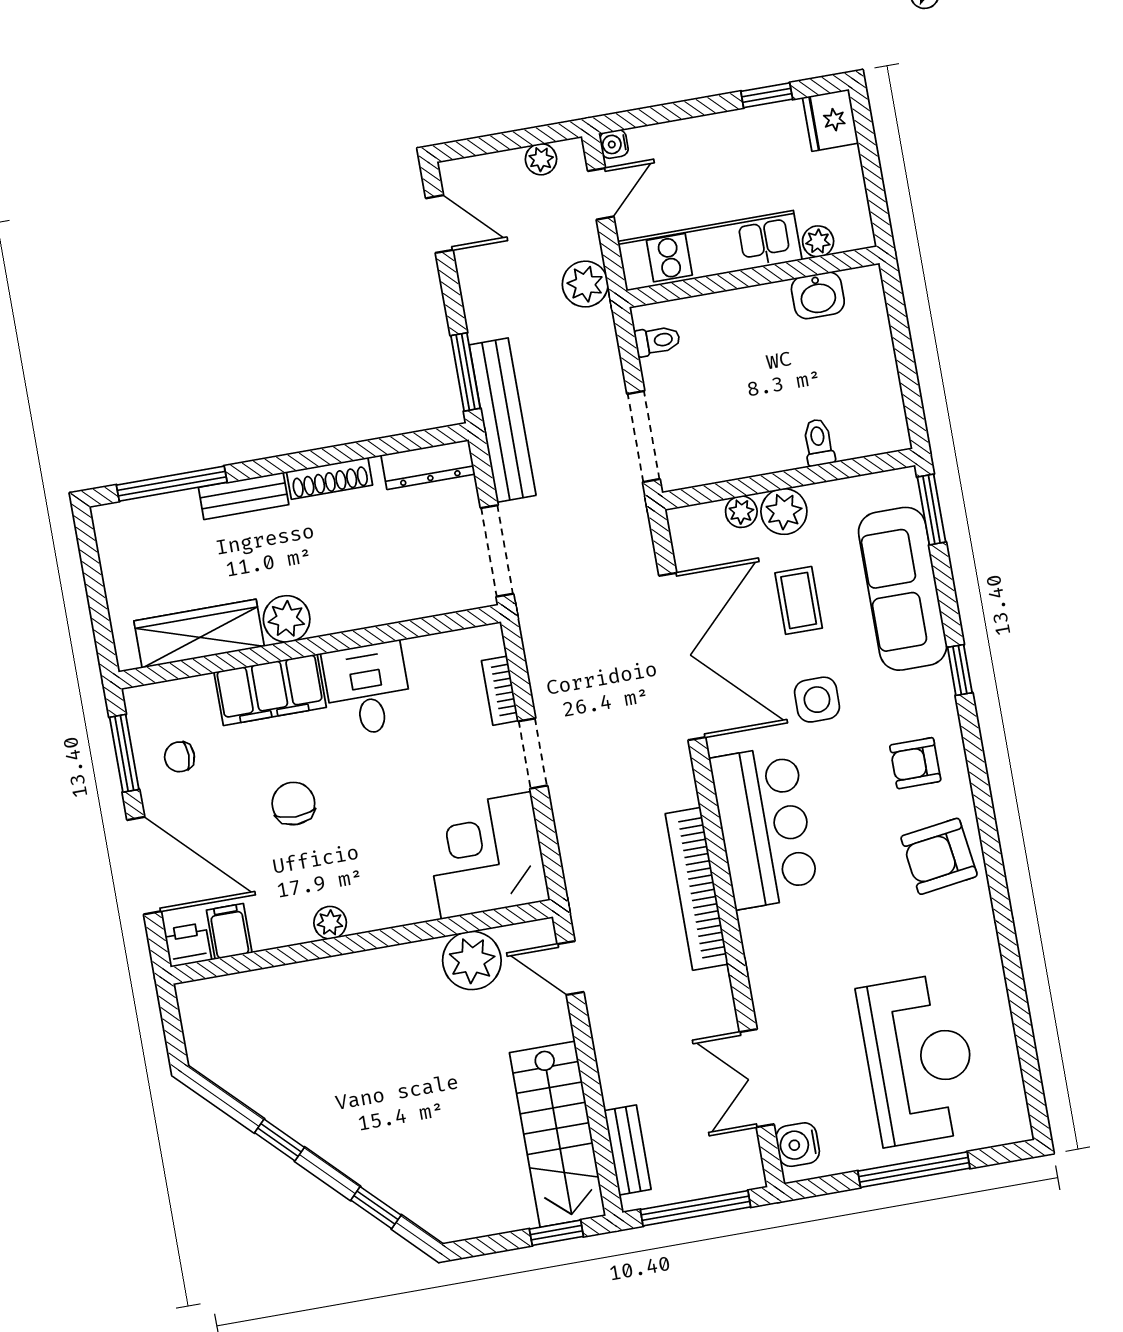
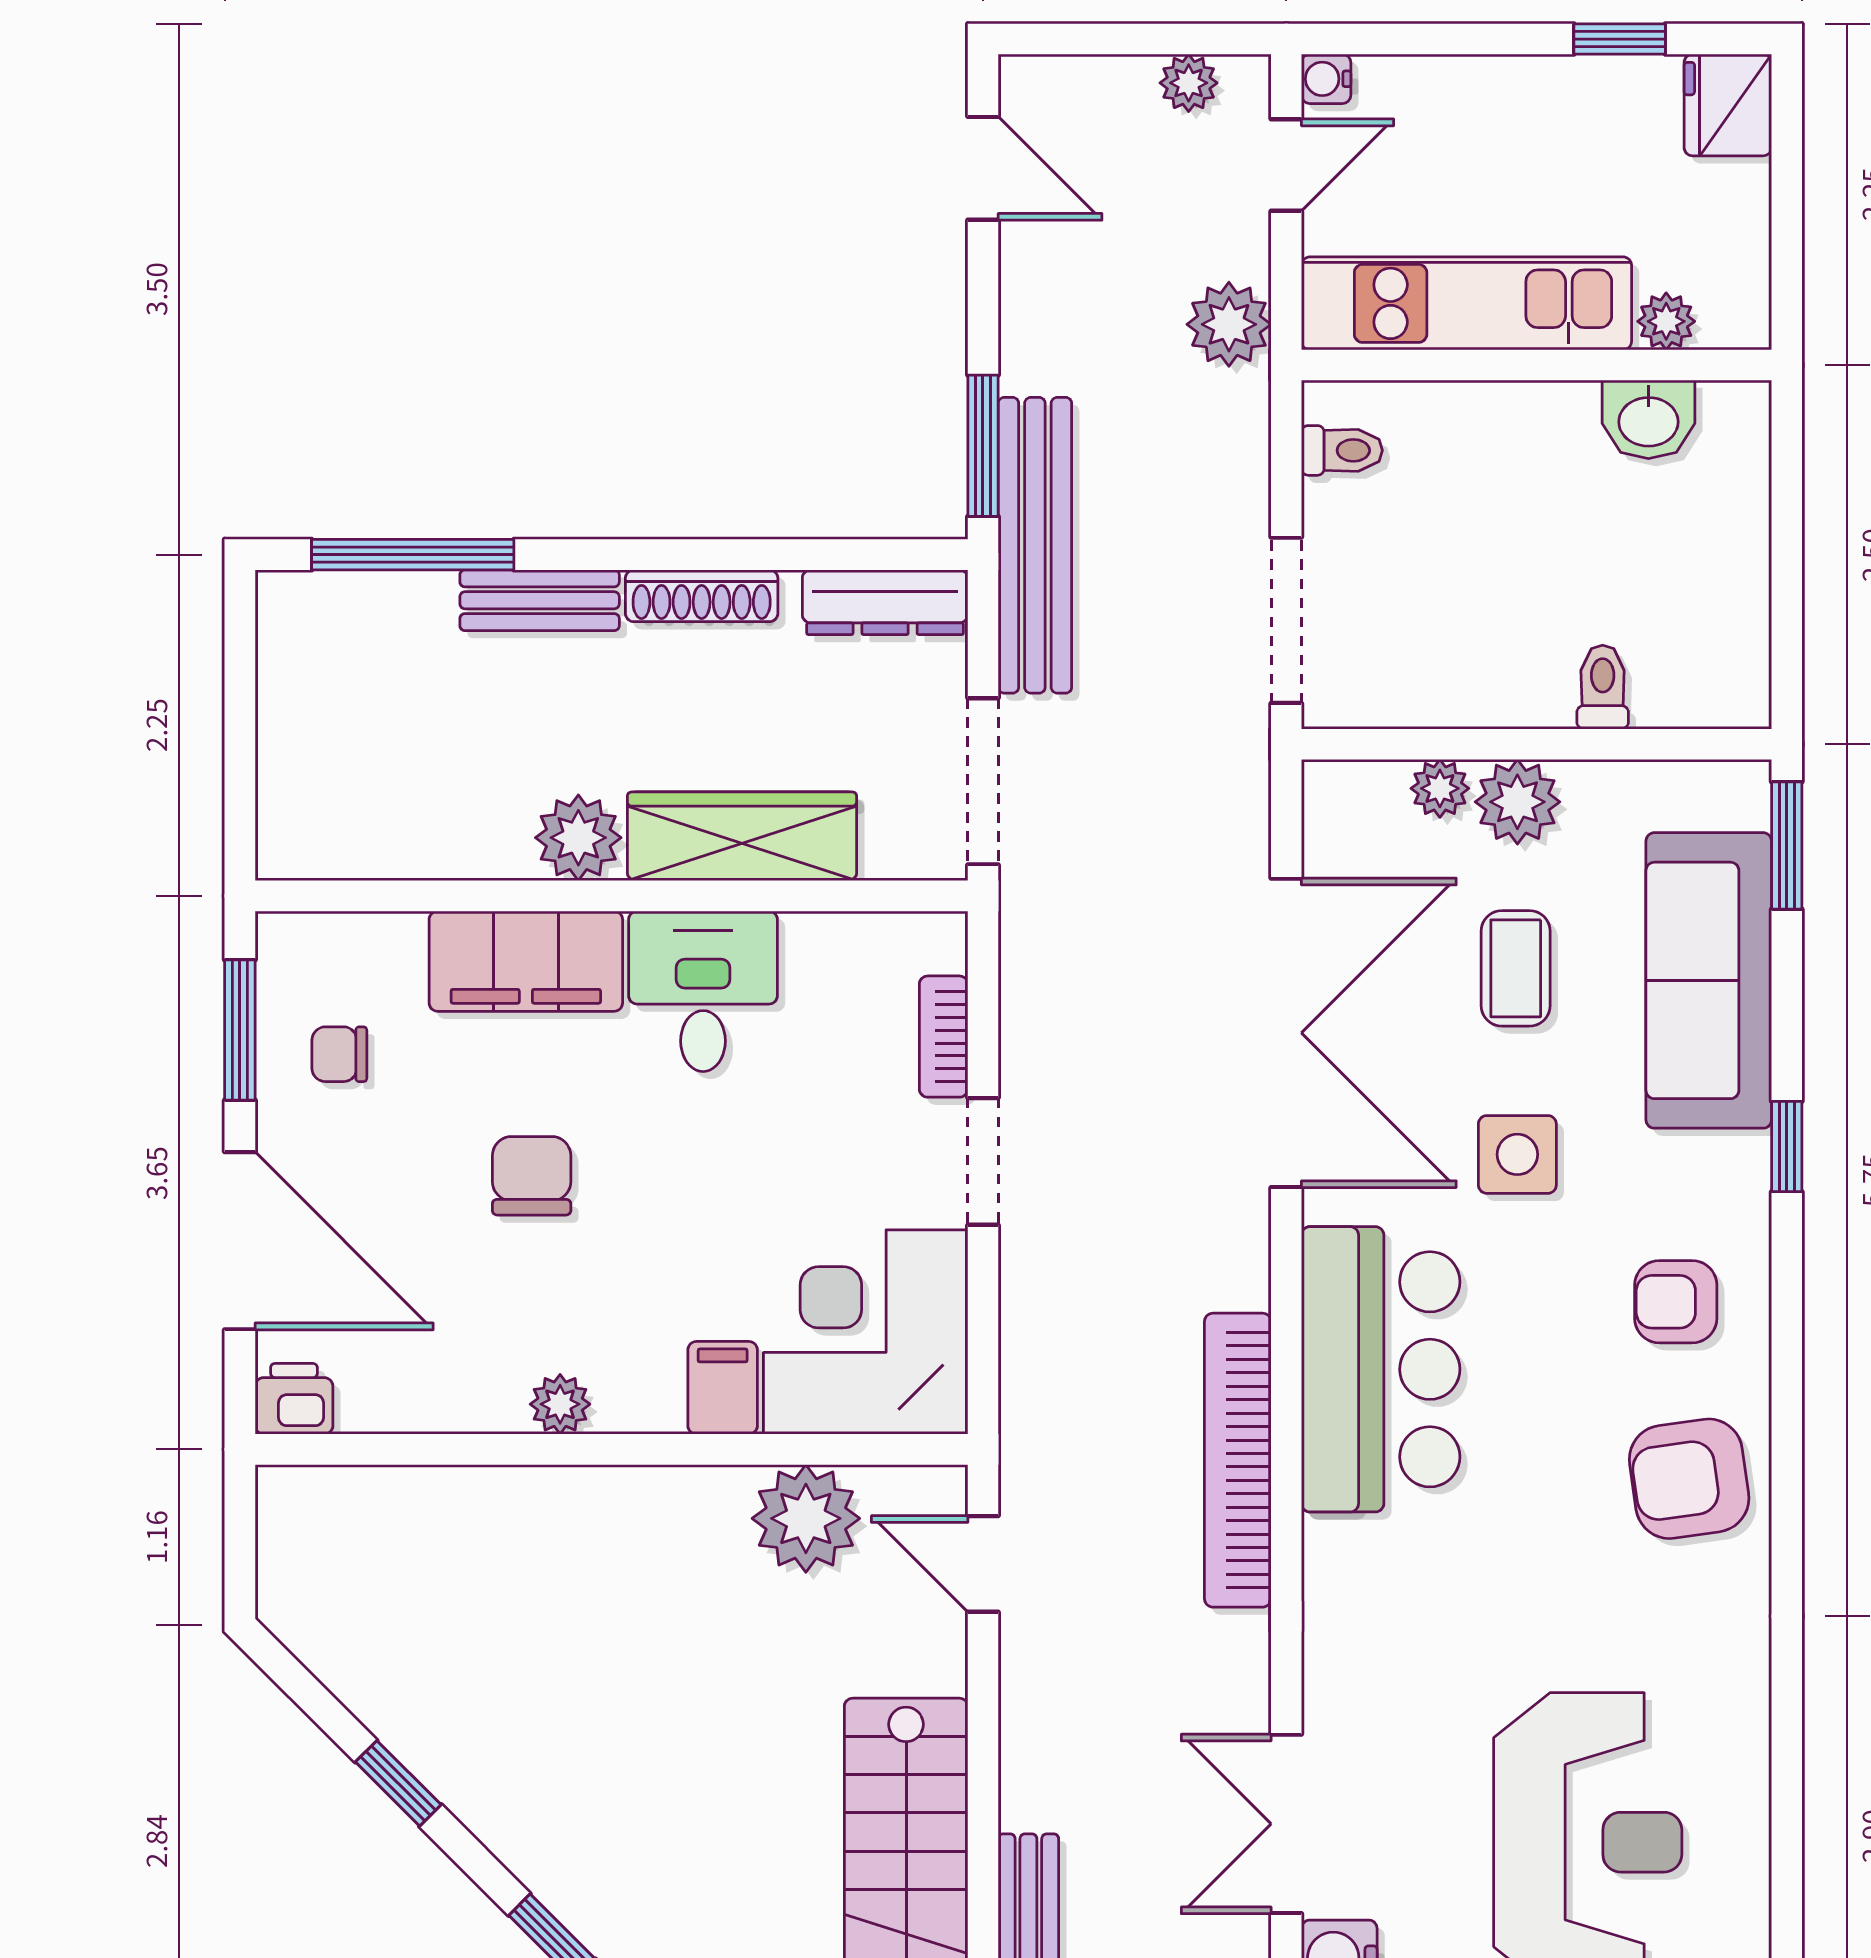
wardrobe: (199, 634) -> (742, 836), moved
filing cabinet: (229, 931) -> (723, 1388), moved

